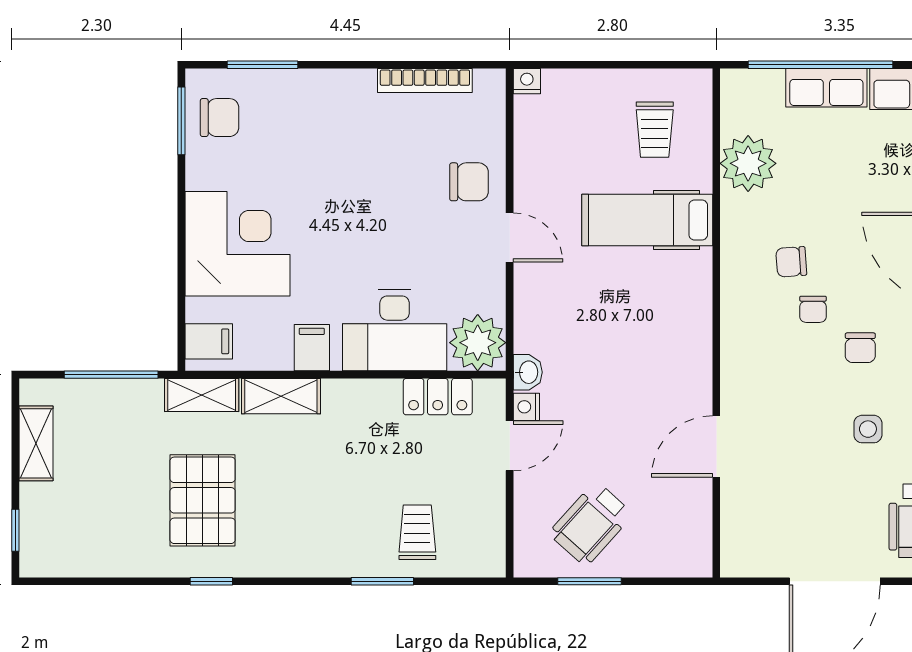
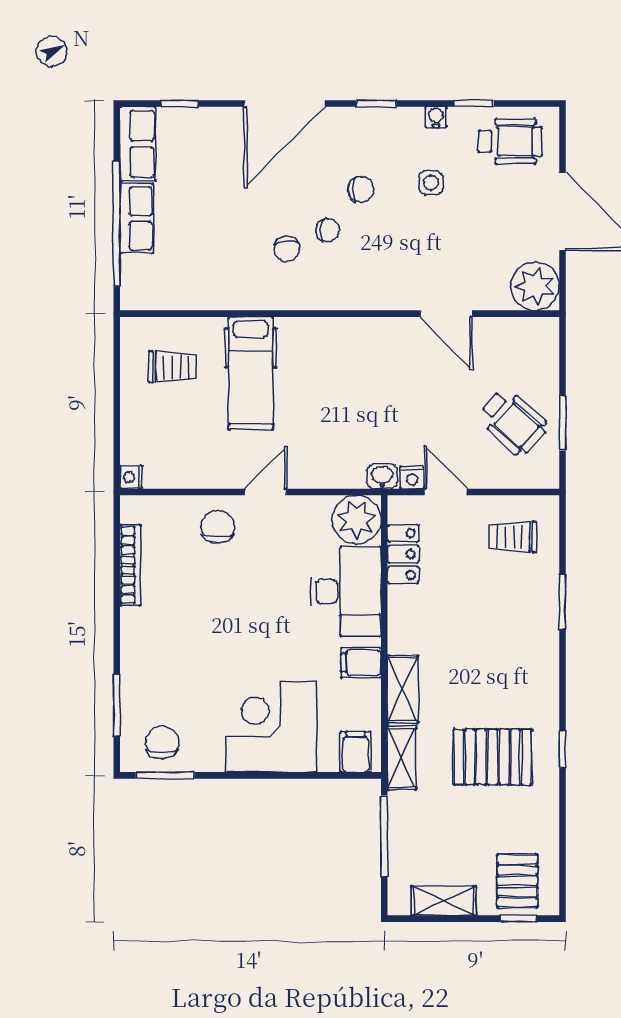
plant: (748, 163) -> (535, 286), moved
pallet: (59, 529) -> (517, 881), added
trolley: (417, 532) -> (512, 537), moved

